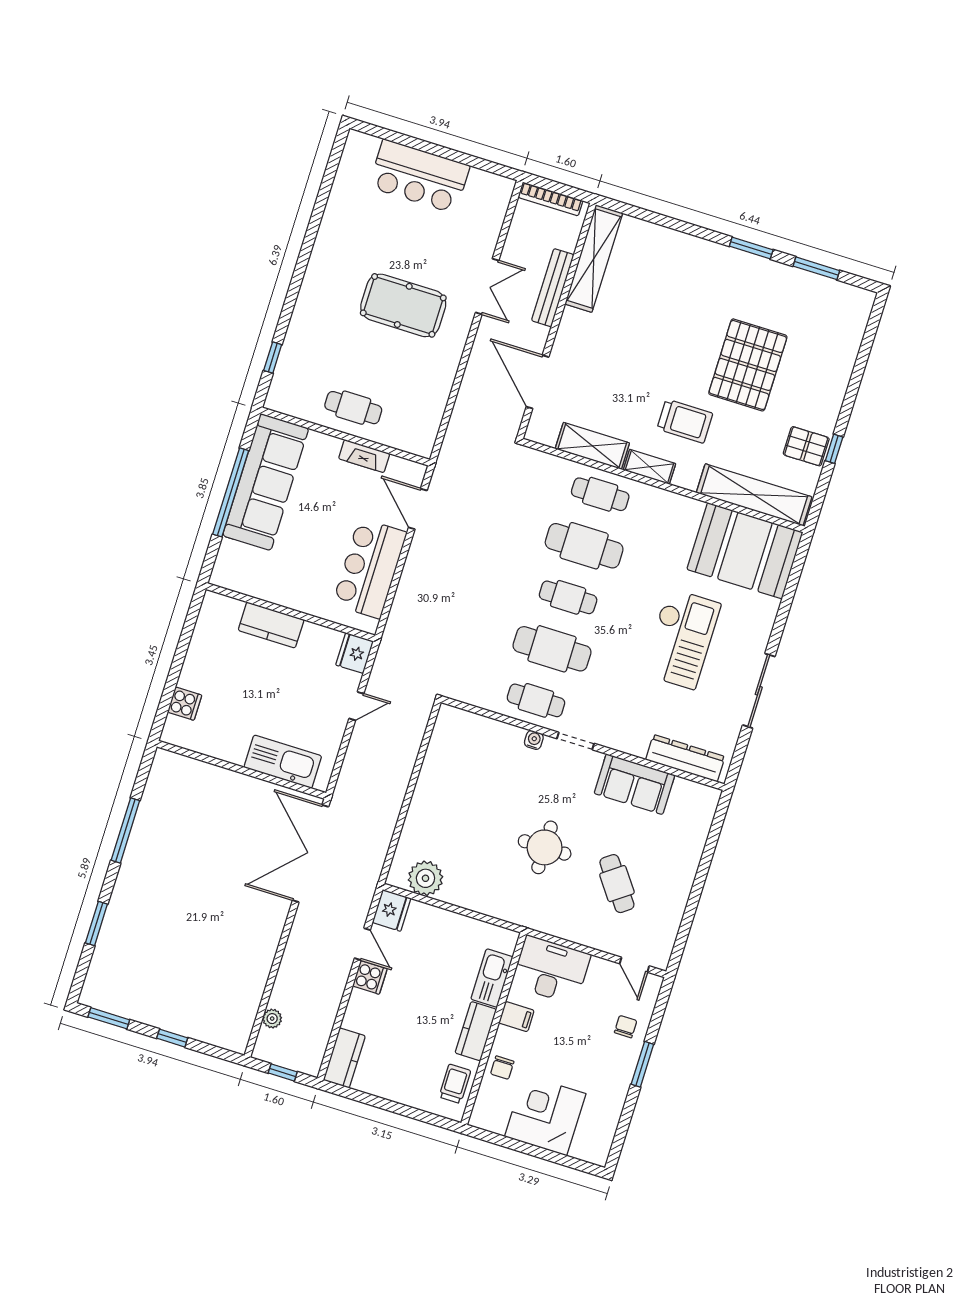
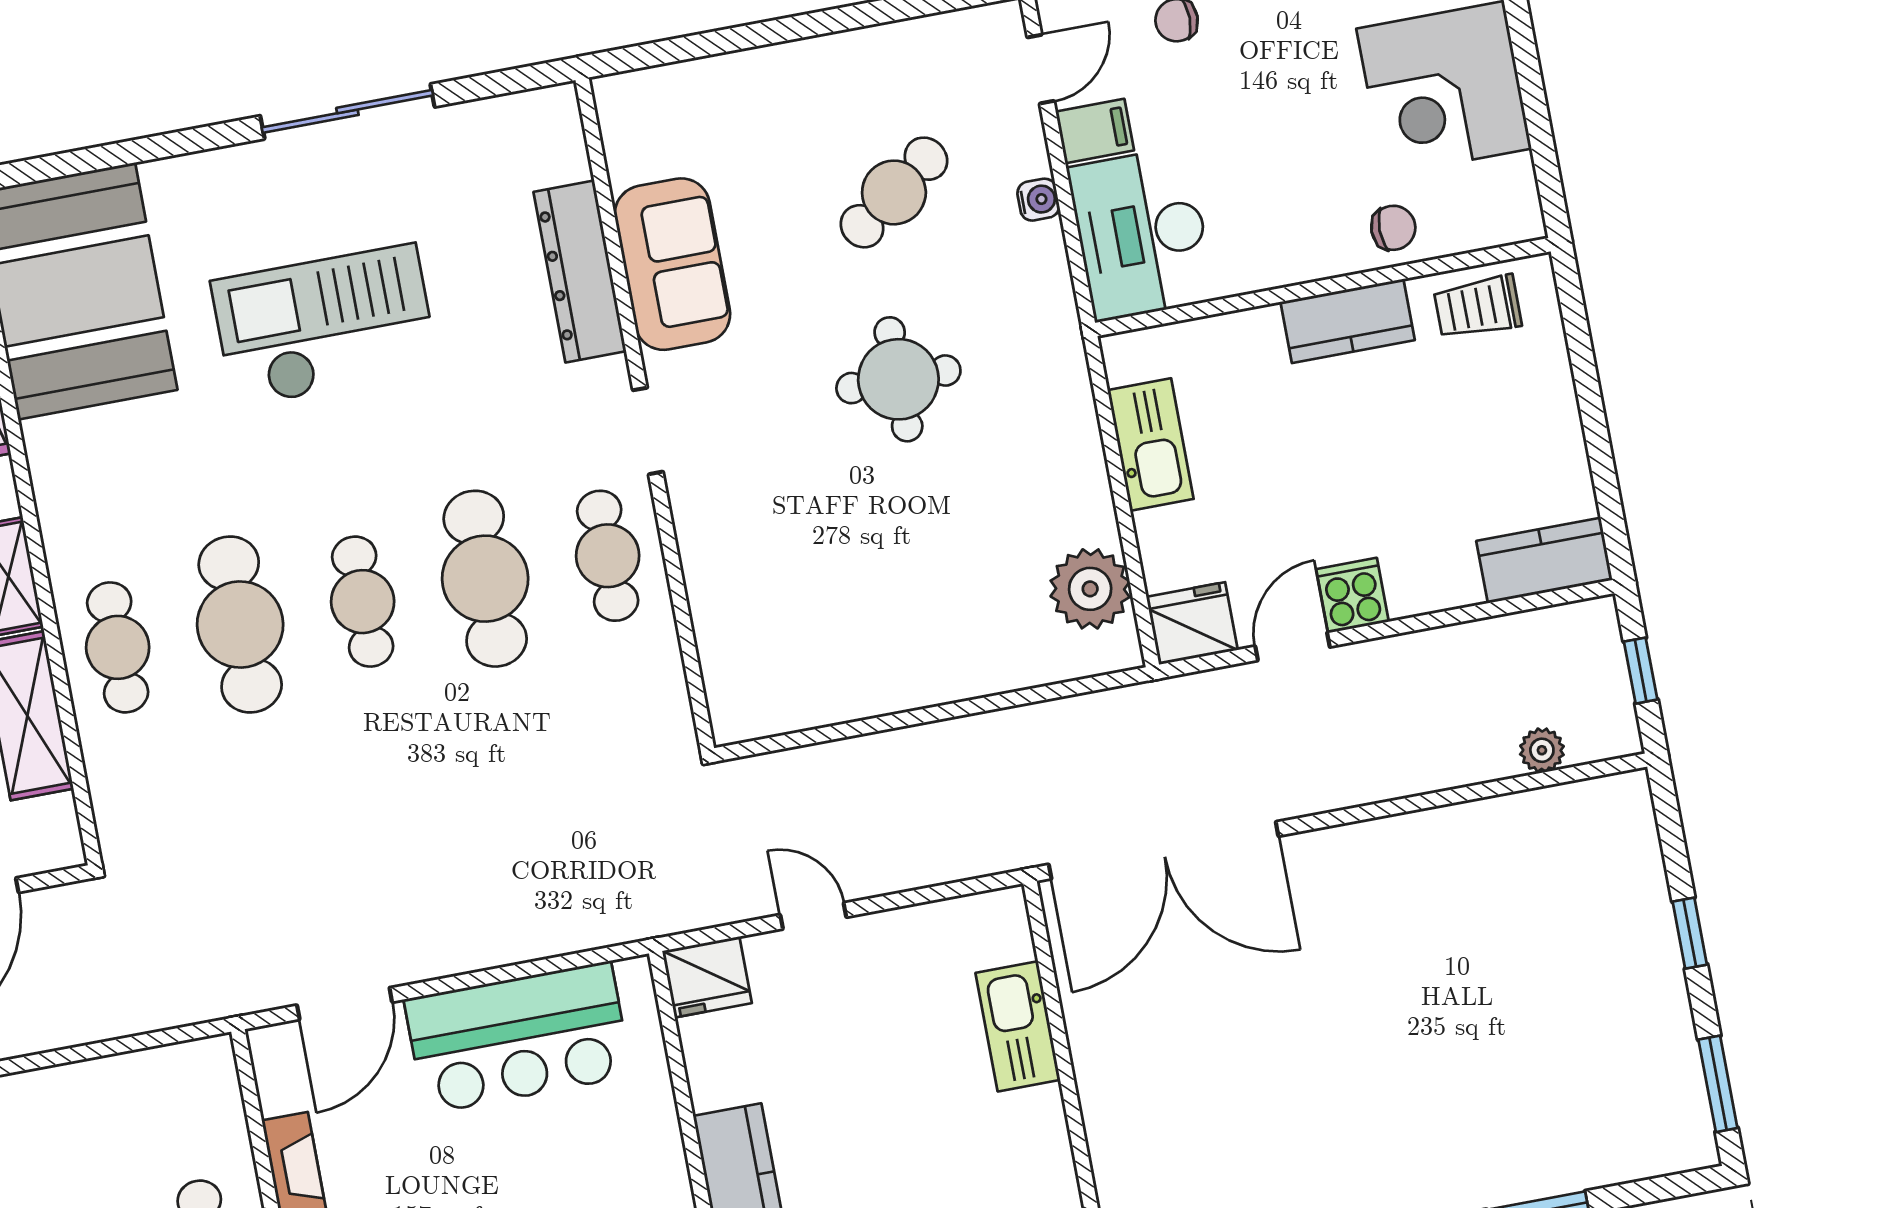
water cooler: (534, 740) -> (1038, 200), moved, turned 180
dresser: (685, 758) -> (580, 272), moved
kitchen sink: (283, 762) -> (1018, 1026), width x0.73, depth x0.81
kitchen sink: (492, 978) -> (1151, 445), moved, turned -90
filing cabinet: (516, 1017) -> (1095, 131), moved, turned 90

